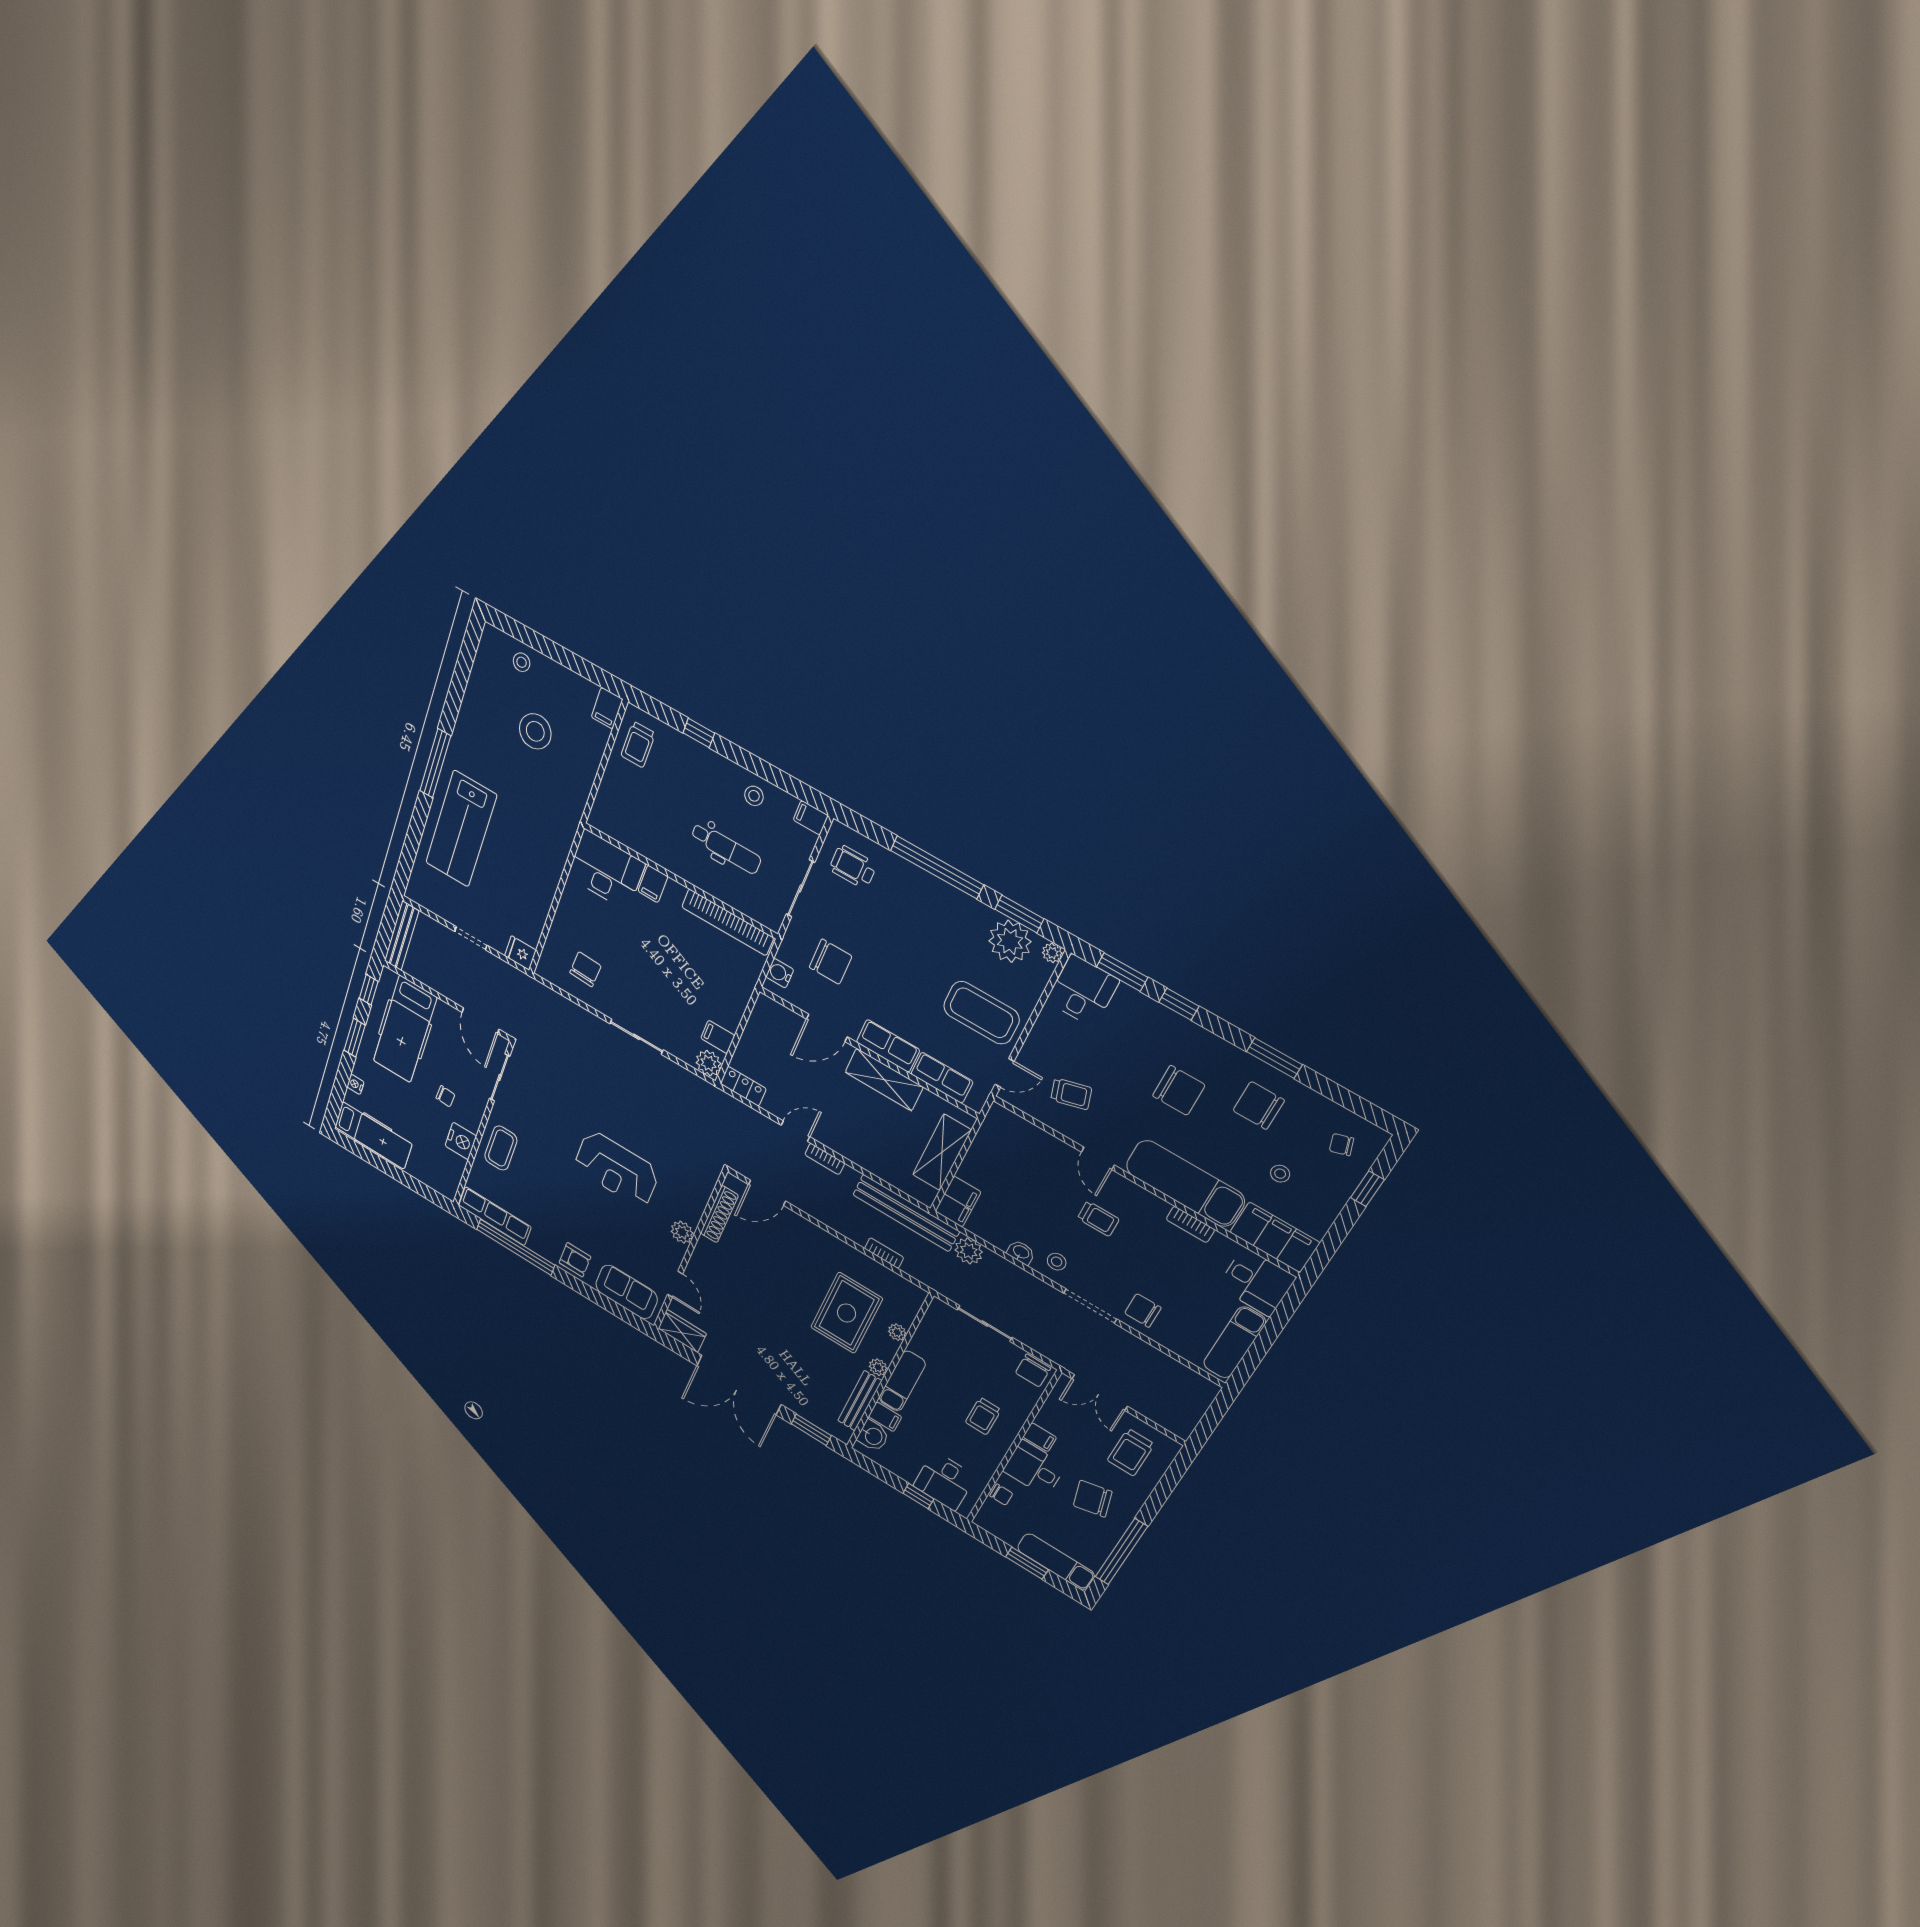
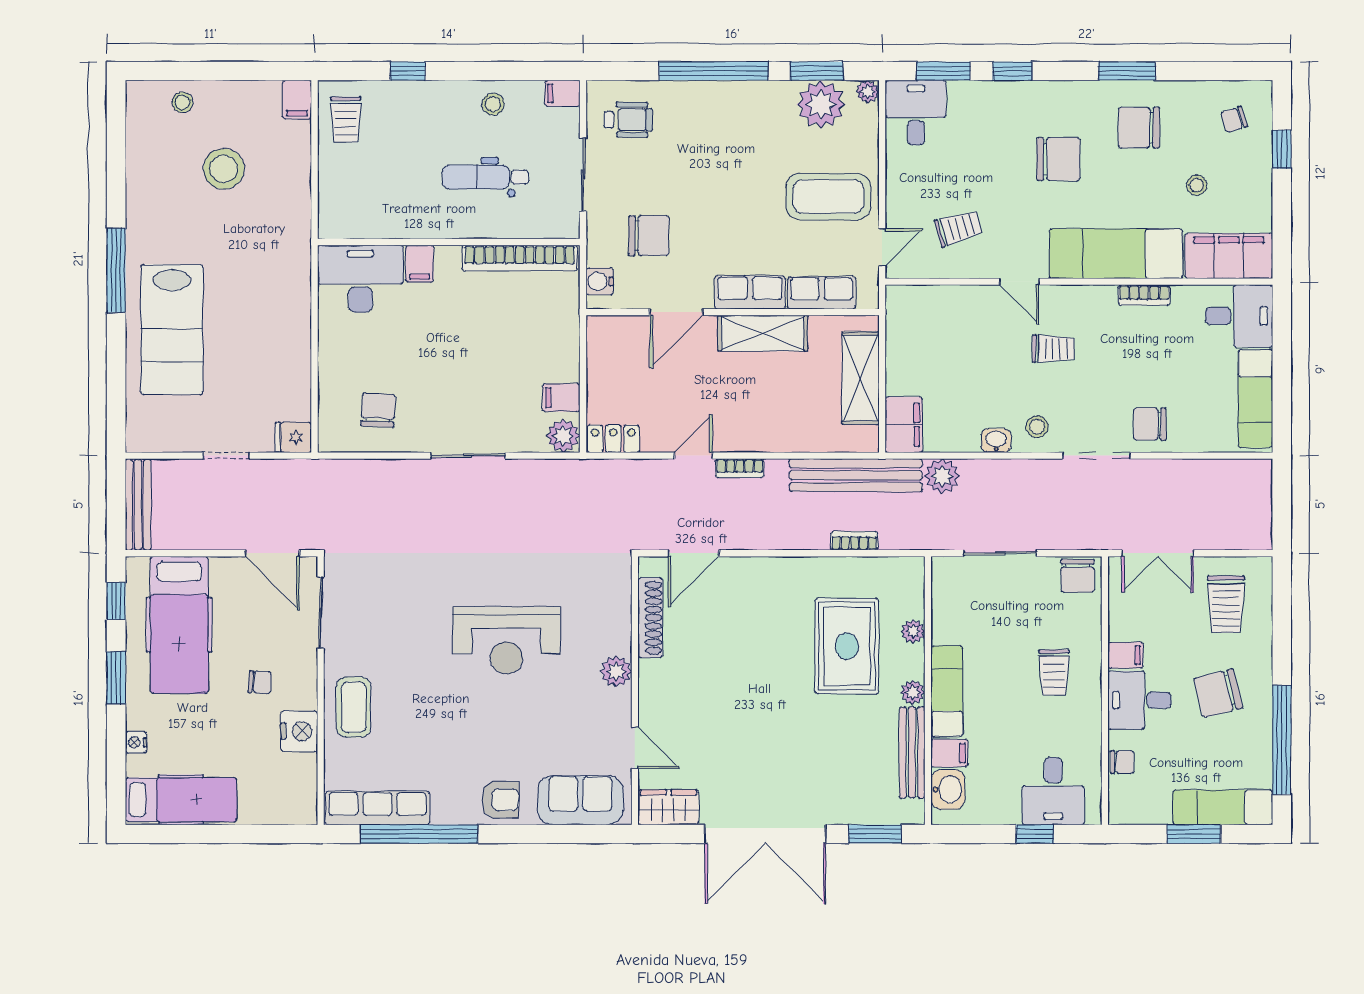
dental chair: (726, 848) -> (485, 177), turned 180
wheelchair: (853, 867) -> (628, 120), turned 180

